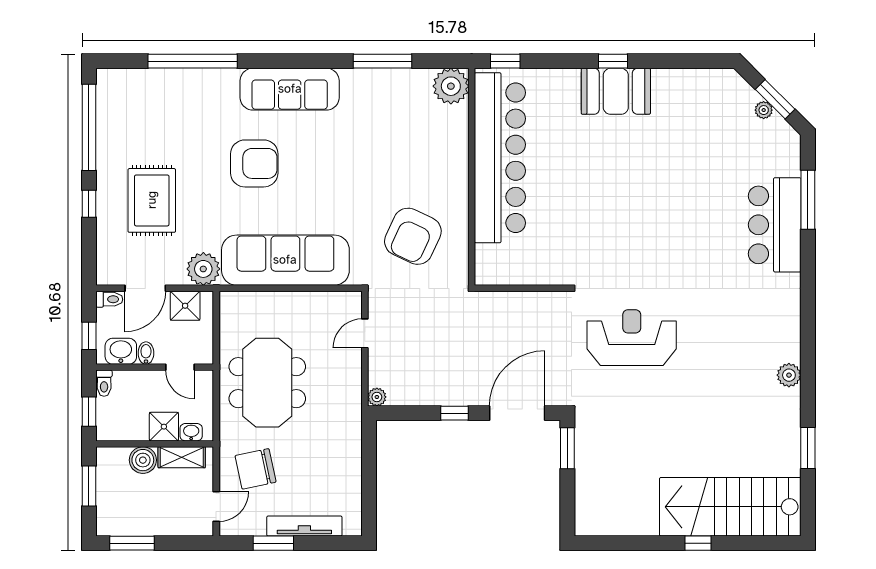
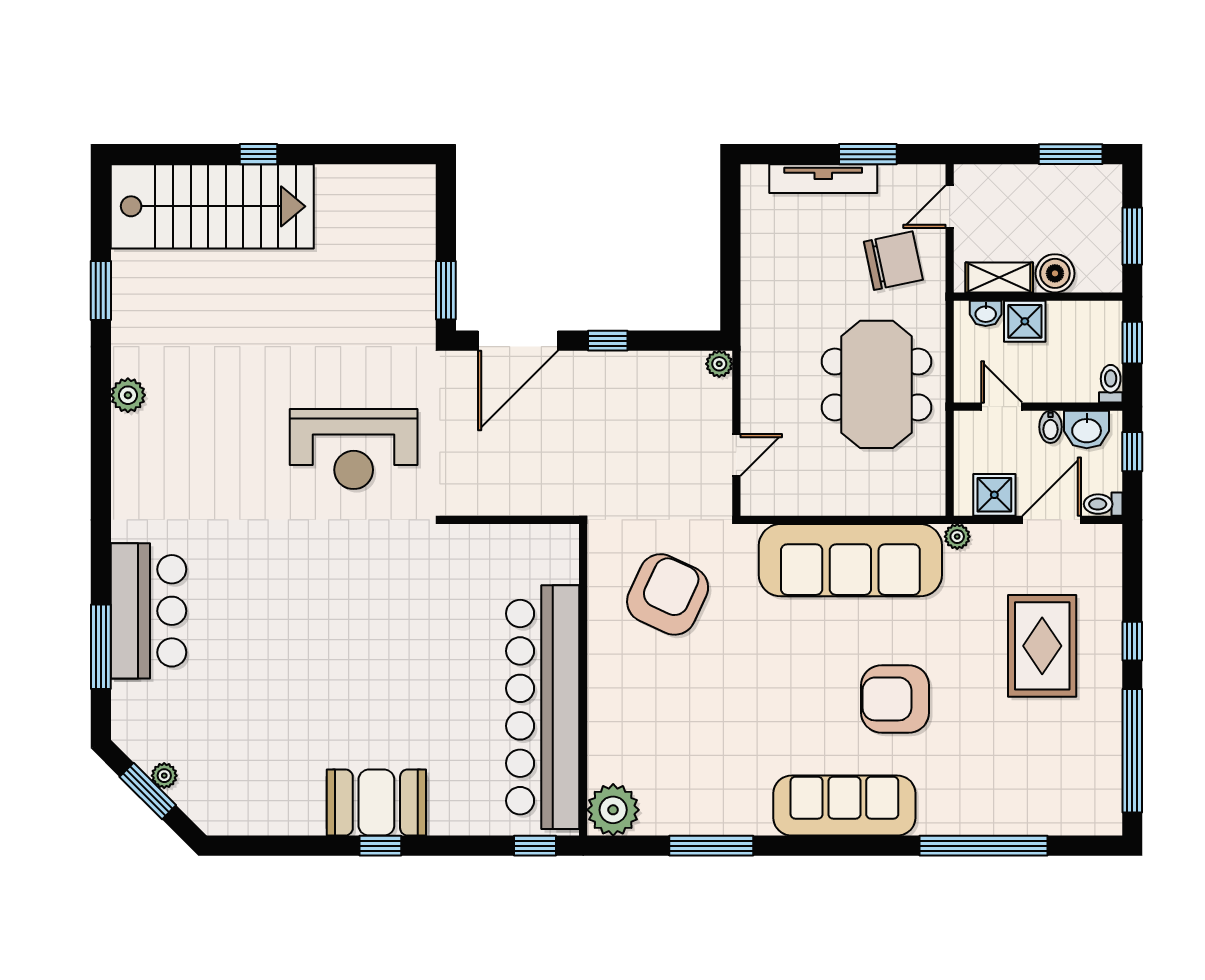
plant: (203, 269) -> (957, 537), width x0.53, depth x0.53

